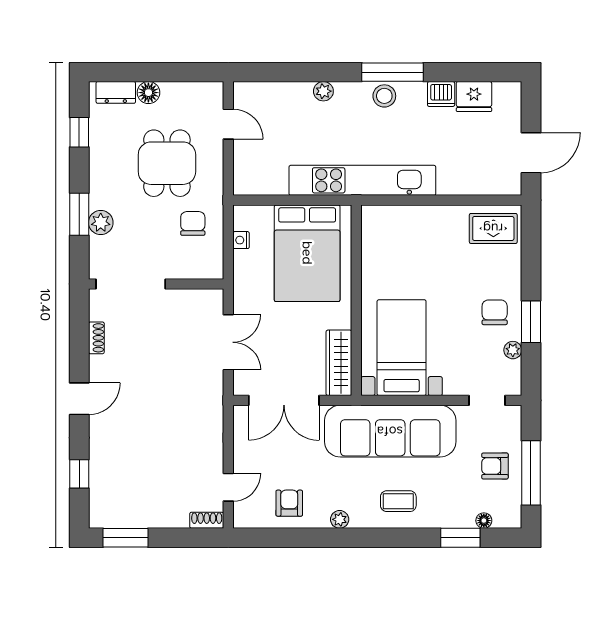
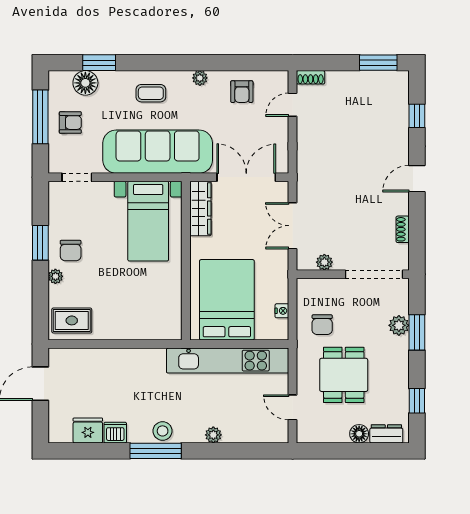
kitchen unit: (362, 180) -> (228, 361), moved
plant: (190, 298) -> (324, 262), added
plant: (513, 350) -> (55, 276), moved
floor lamp: (484, 521) -> (85, 83), width x1.89, depth x1.89

